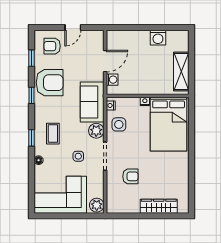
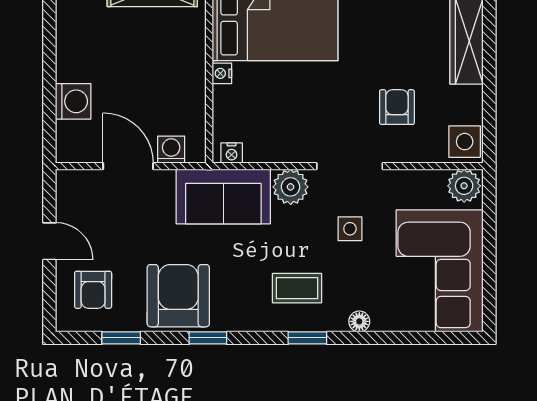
washing machine: (158, 38) -> (73, 101), moved
side table: (119, 124) -> (465, 142), moved

